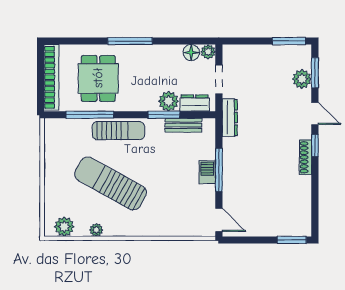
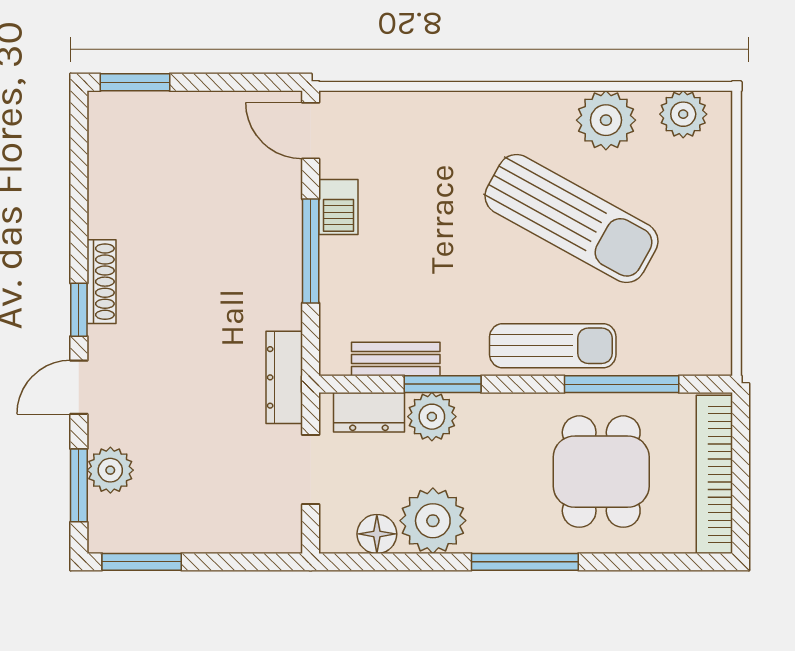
plant: (208, 52) -> (433, 521), moved, width x1.88, depth x1.88
door: (315, 113) -> (79, 387), hinge flipped
sun lounger: (118, 131) -> (553, 346), turned 180
barbecue: (207, 172) -> (338, 207), moved
plant: (96, 230) -> (606, 120), width x1.87, depth x1.87

